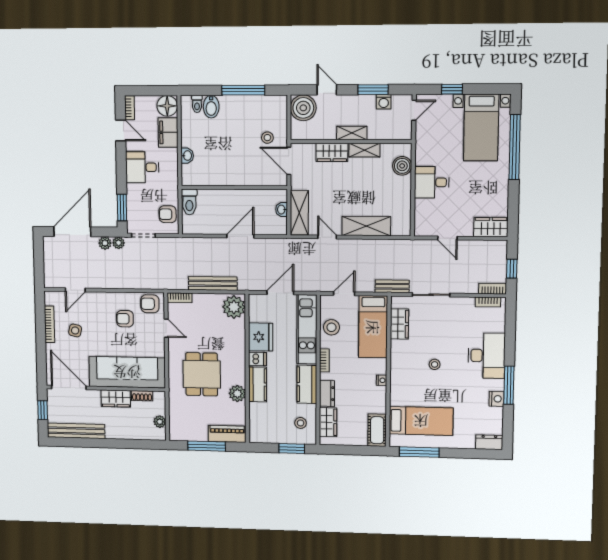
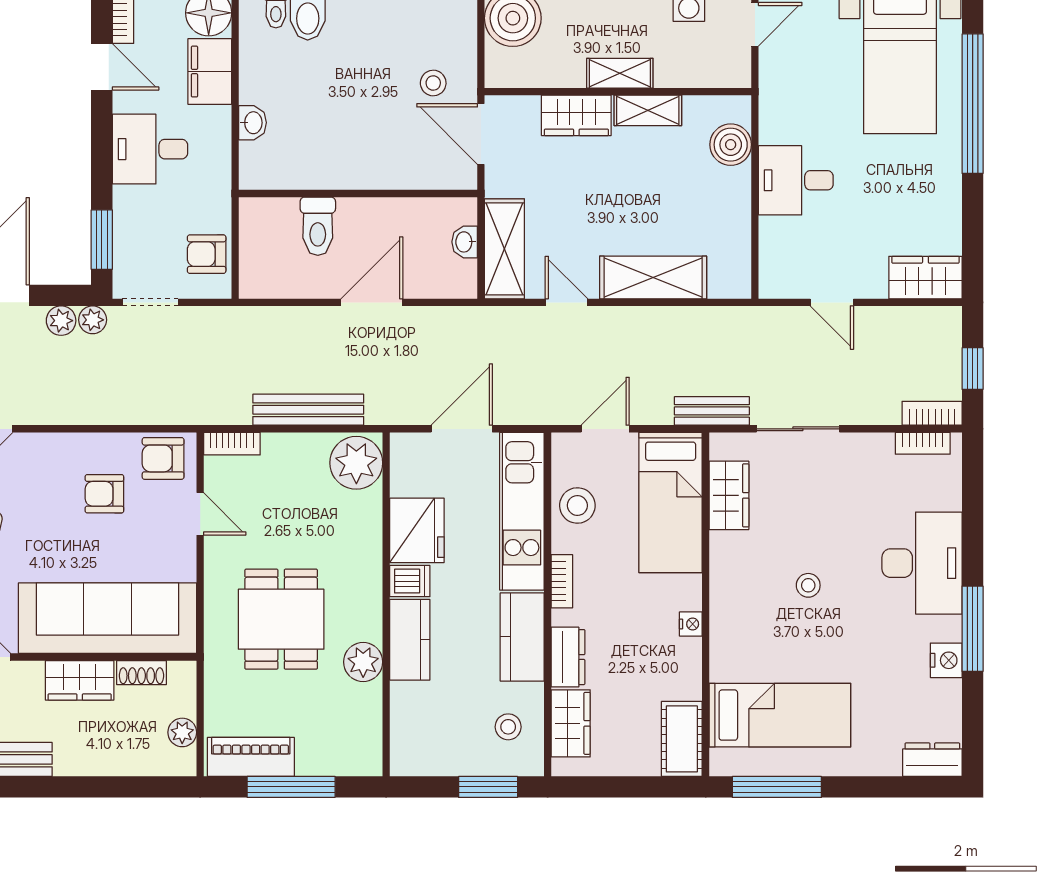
toilet: (189, 202) -> (318, 226), moved
piano: (227, 434) -> (251, 757), moved

